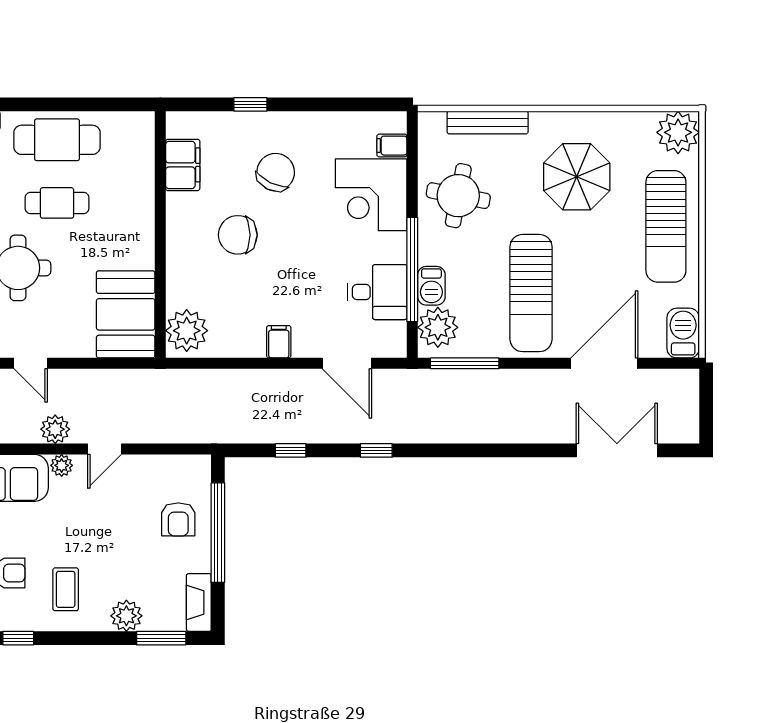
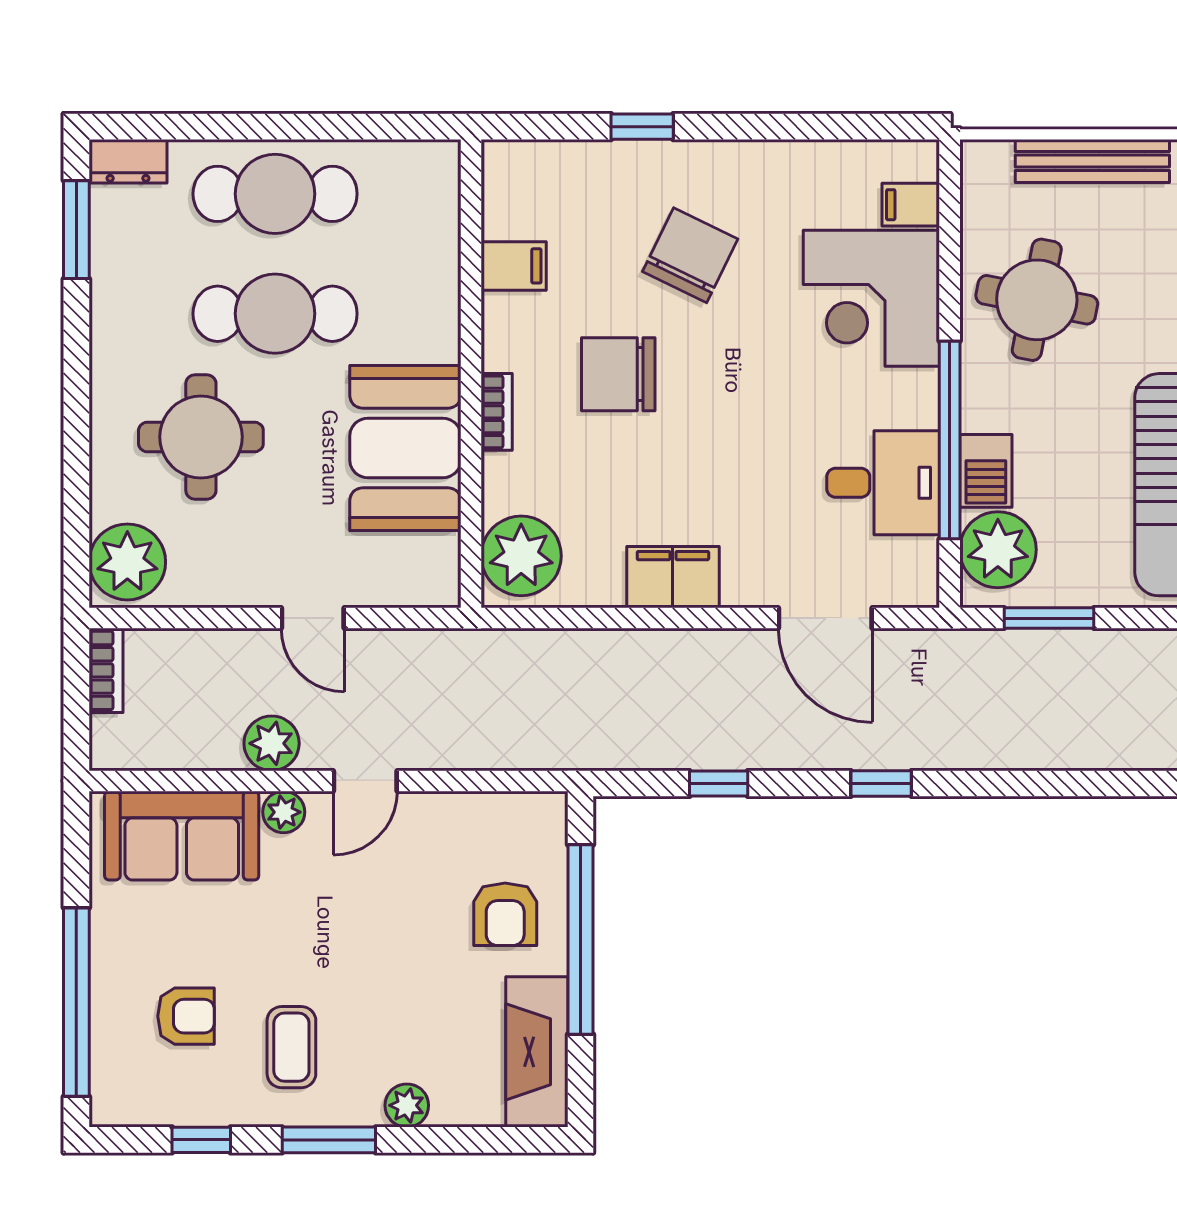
filing cabinet: (183, 165) -> (514, 266), width x0.50
cafe table: (57, 203) -> (275, 314), width x1.37, depth x1.35
bookcase: (174, 255) -> (497, 412), added
booth: (126, 314) -> (405, 448), moved
filing cabinet: (279, 342) -> (673, 577), width x2.00
door: (31, 363) -> (313, 618), moved
window: (465, 363) -> (1049, 618), width x0.69
fireplace: (199, 602) -> (537, 1052), width x1.37, depth x1.32
plant: (126, 616) -> (407, 1105), width x0.73, depth x0.73
window: (161, 638) -> (329, 1140), moved

